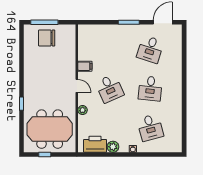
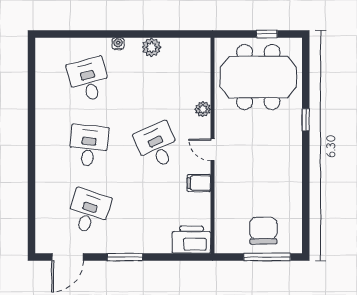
chair: (47, 38) -> (263, 231), turned -90
printer: (95, 144) -> (192, 240), moved, turned 180

